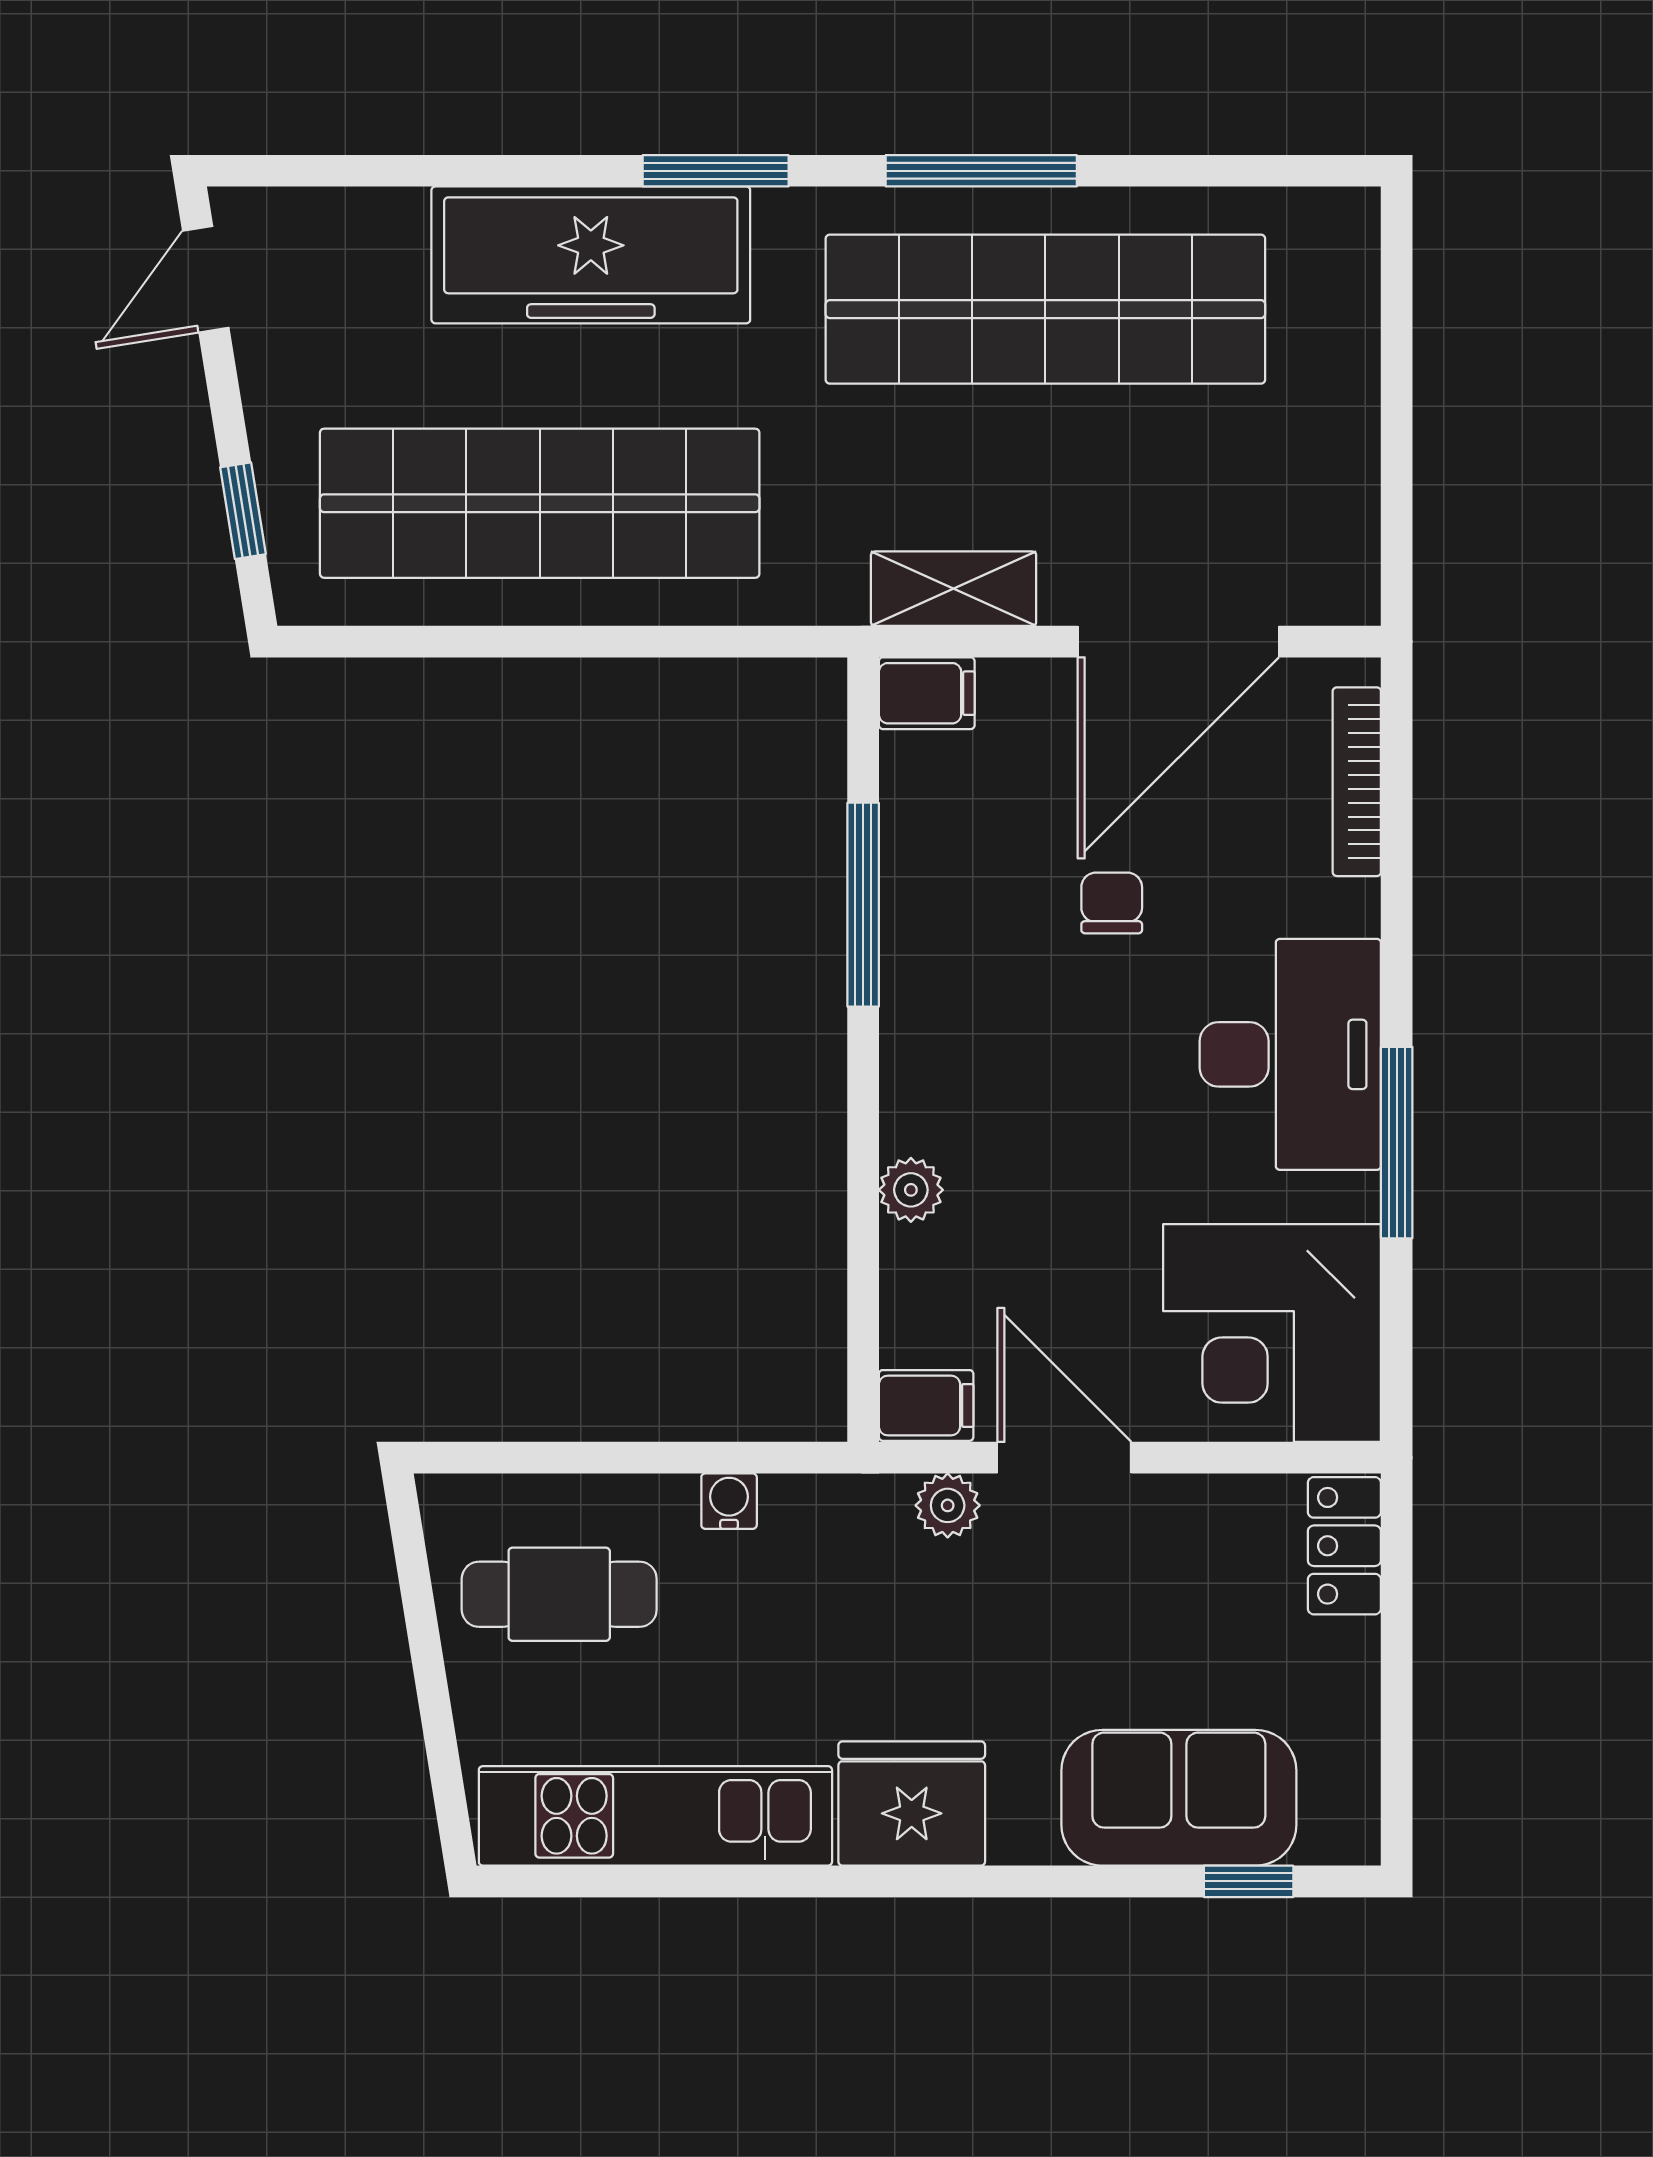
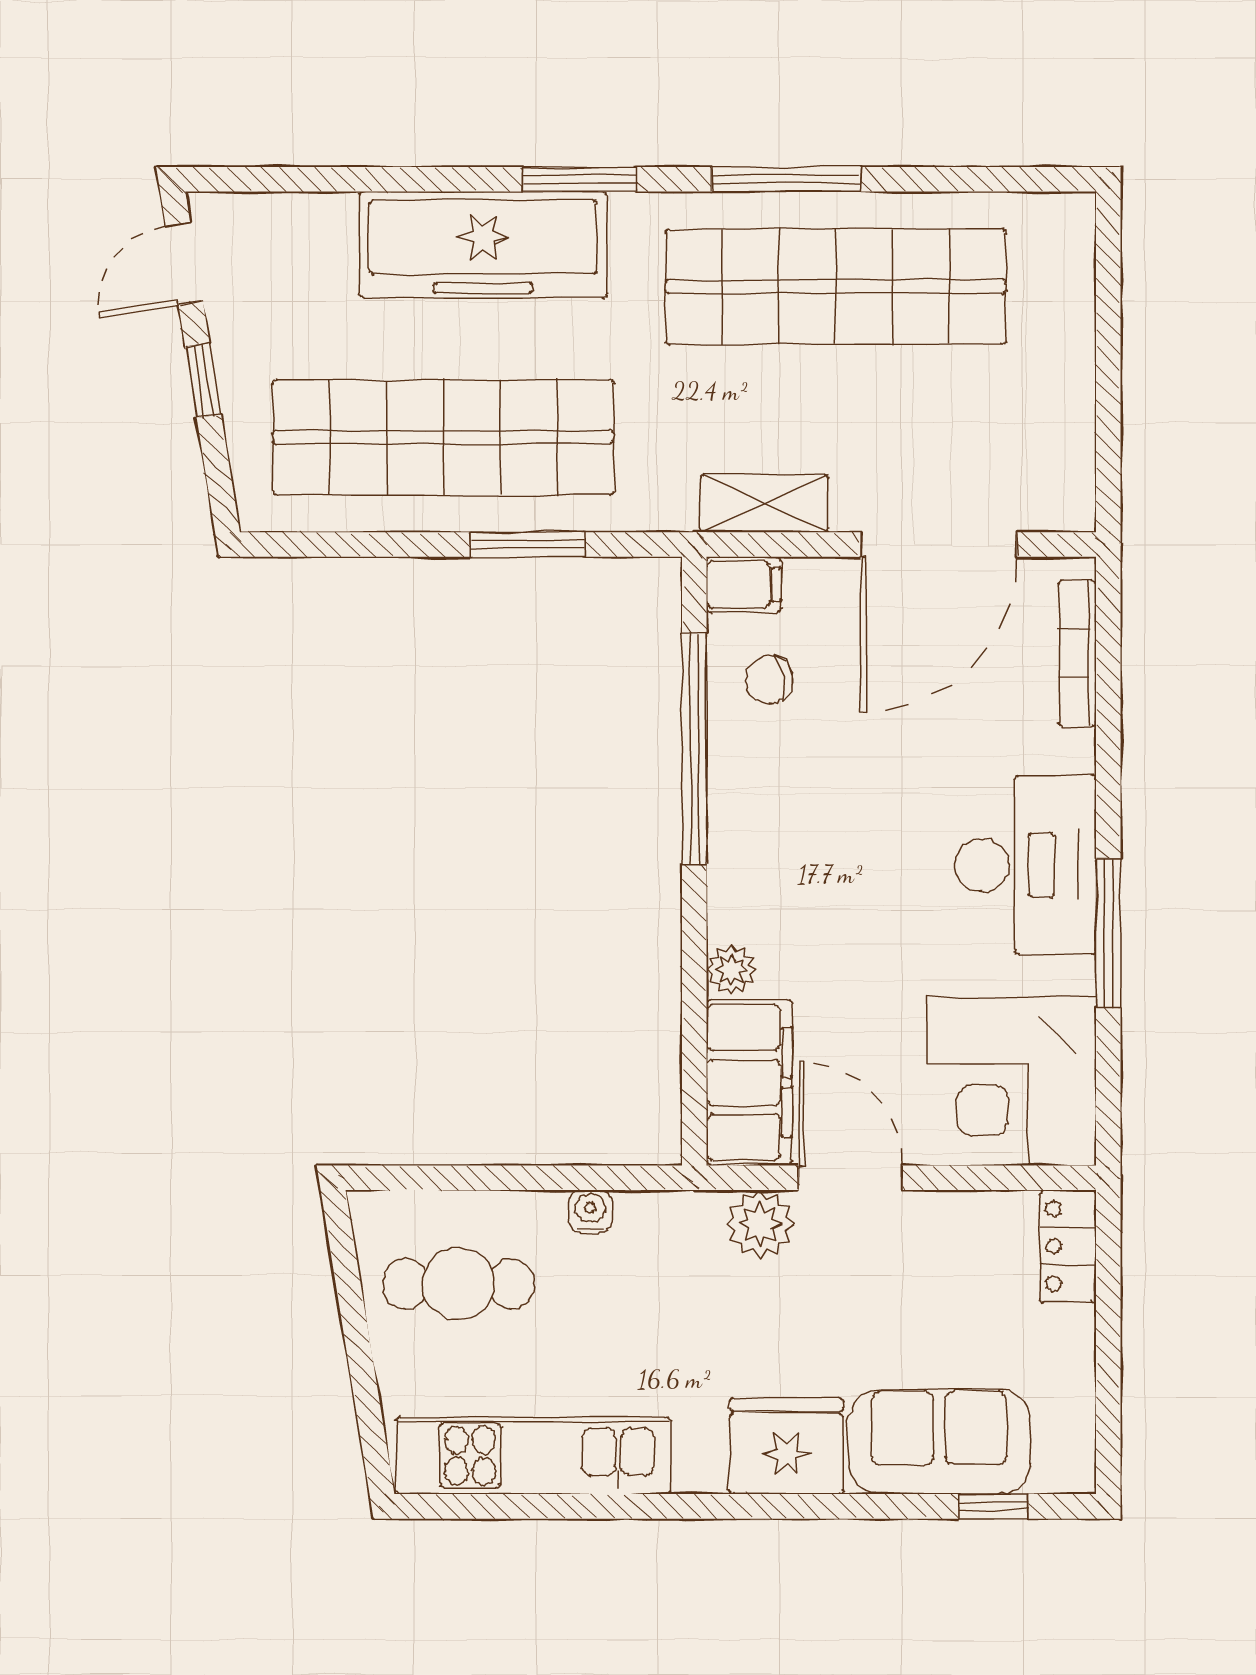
window: (243, 511) -> (203, 381), moved
window: (648, 642) -> (527, 545), added
chair: (1112, 903) -> (769, 680), moved, turned -100
window: (863, 905) -> (694, 749), width x1.46
filing cabinet: (926, 1405) -> (749, 1082), width x3.00, depth x1.17
plant: (948, 1505) -> (760, 1224), width x1.38, depth x1.38
fridge: (912, 1804) -> (786, 1446), moved

